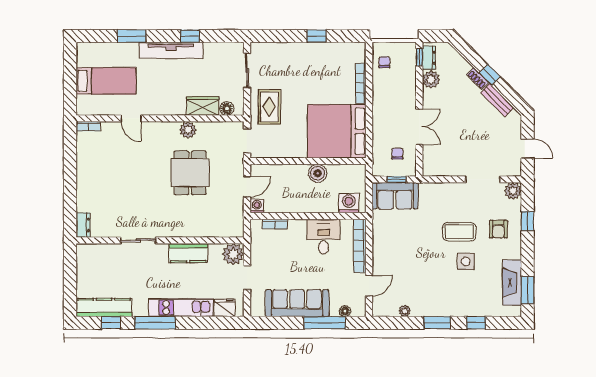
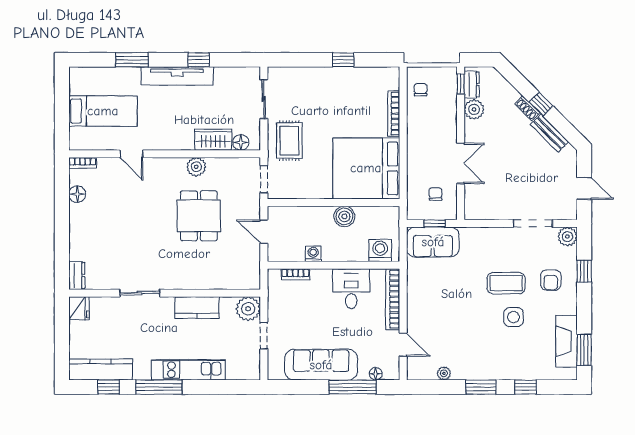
floor lamp: (84, 154) -> (77, 194), added
door: (247, 187) -> (264, 232), swing flipped
washing machine: (257, 206) -> (313, 254), moved
door: (369, 286) -> (403, 345), hinge flipped
fridge: (225, 308) -> (79, 308), moved, turned 90

